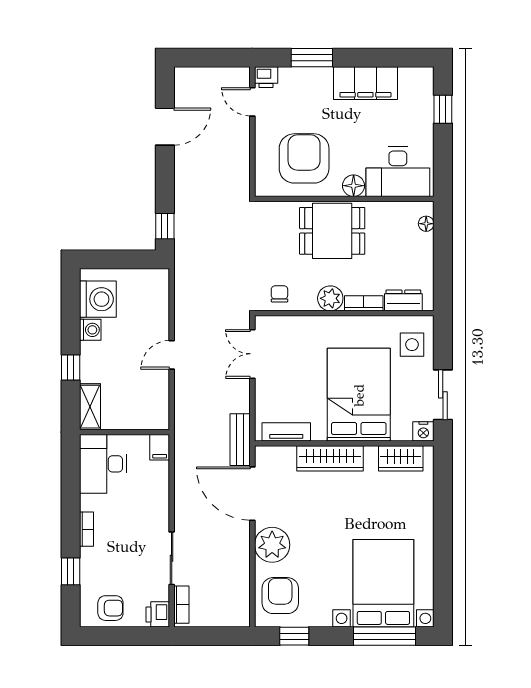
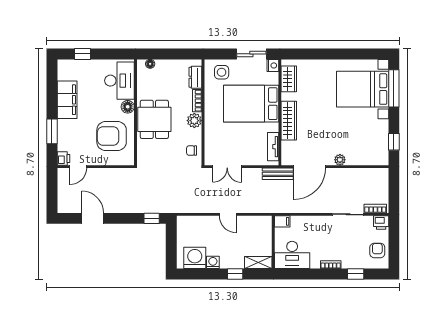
plant: (272, 545) -> (340, 160), width x0.53, depth x0.53
armchair: (280, 596) -> (370, 150), removed

